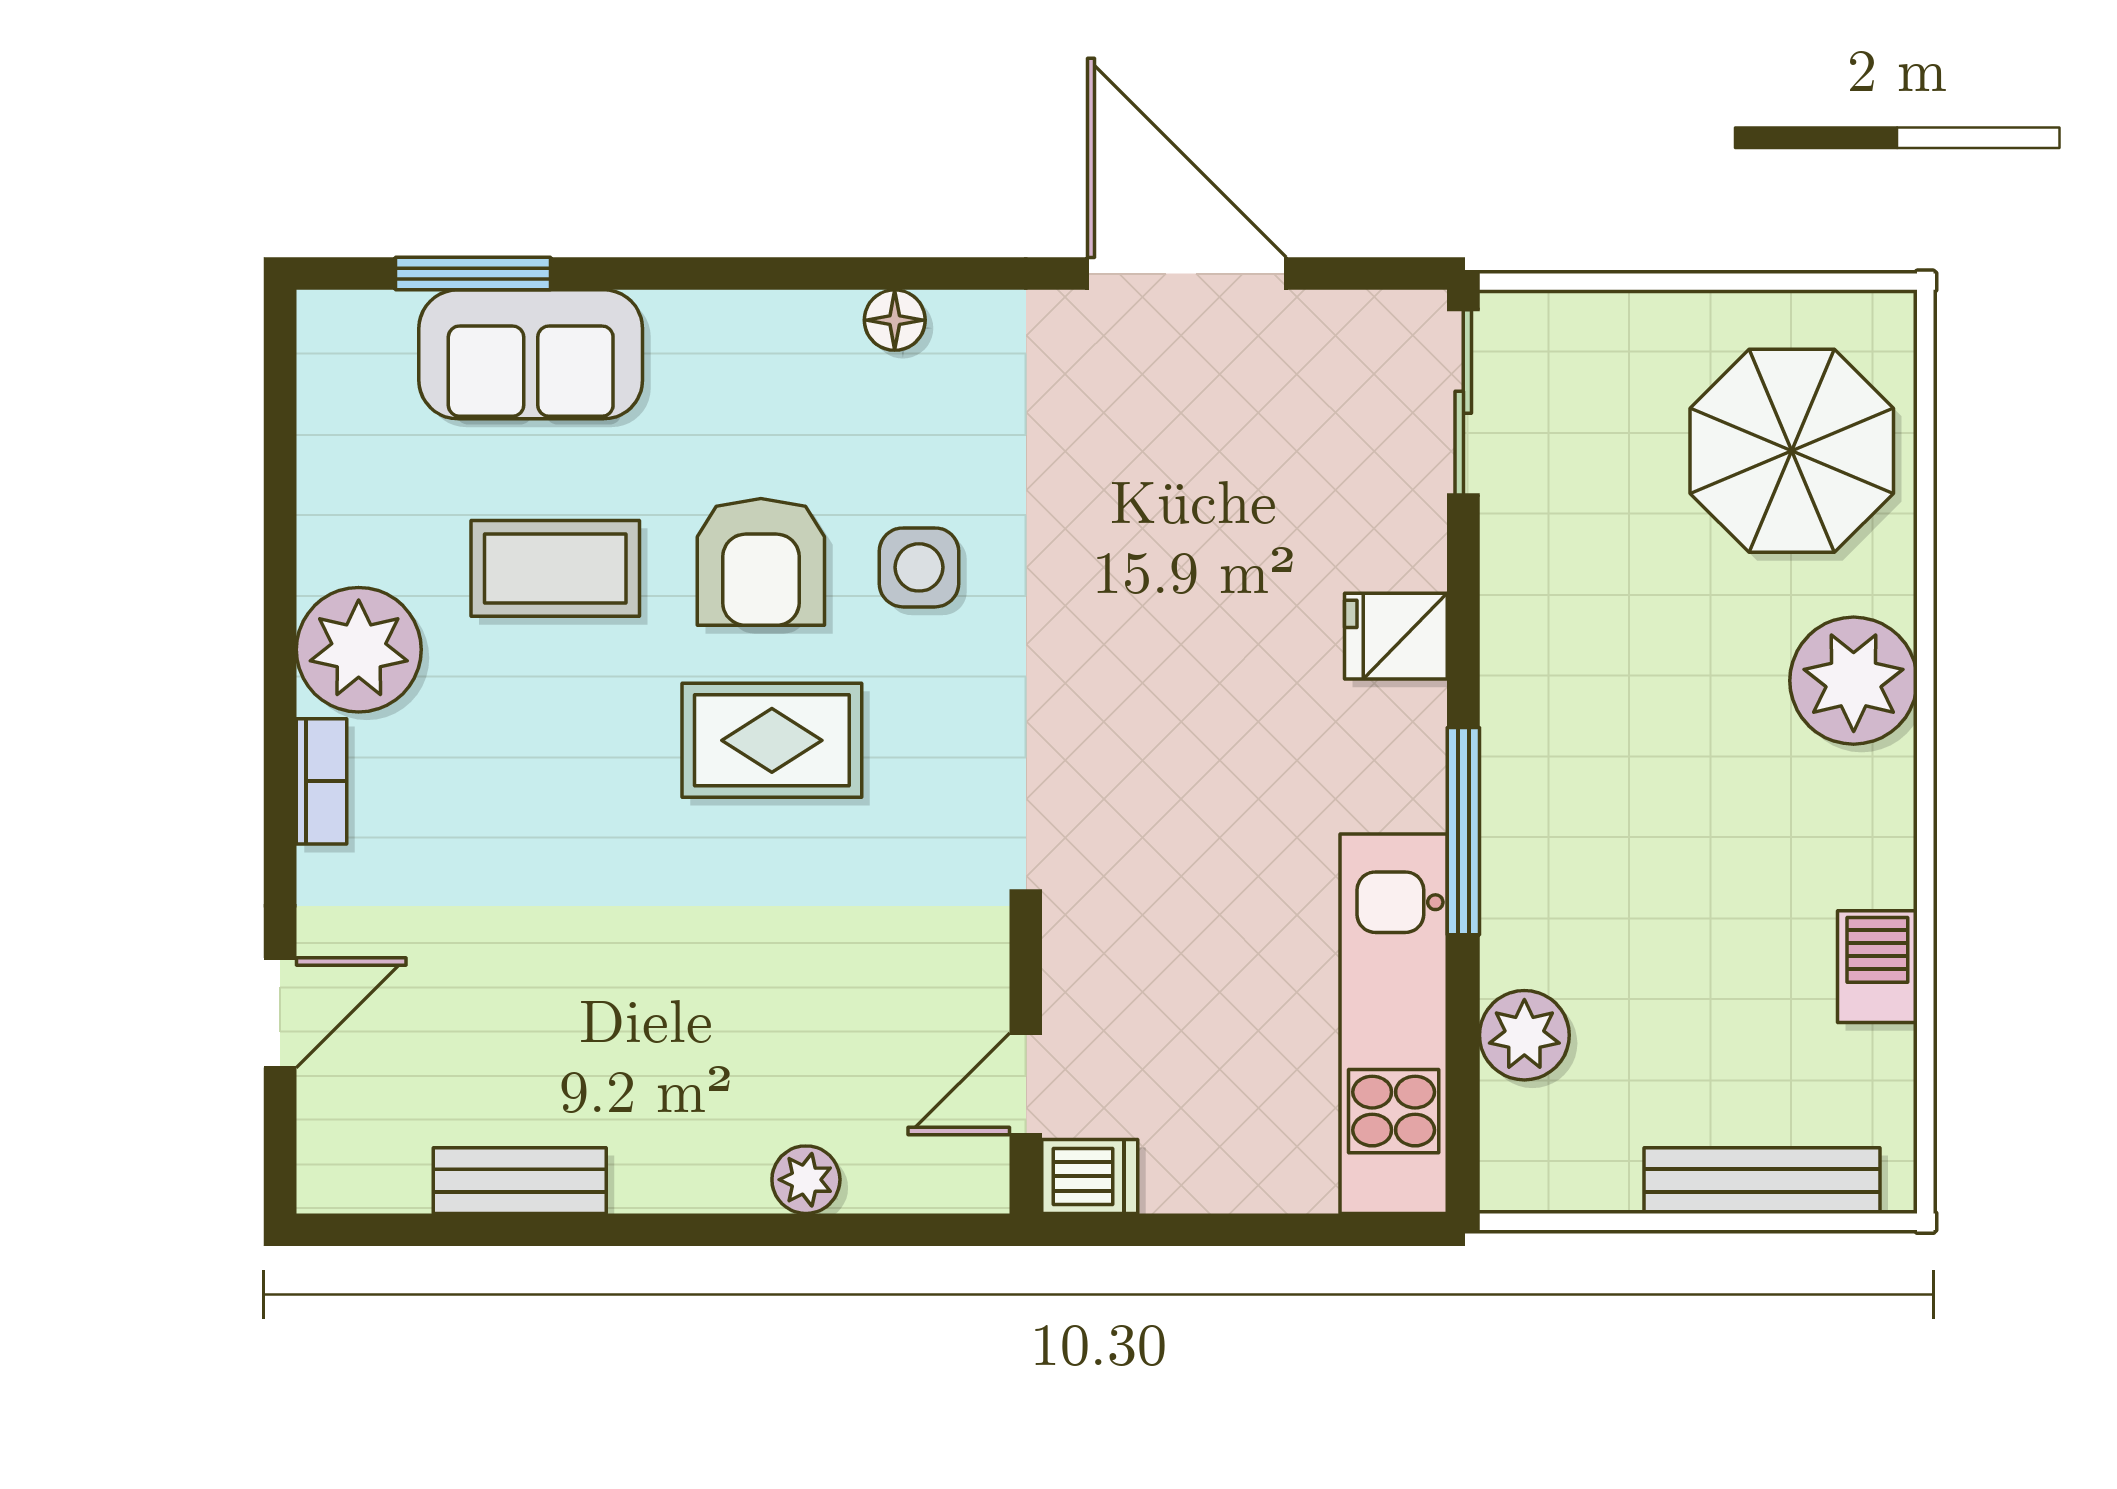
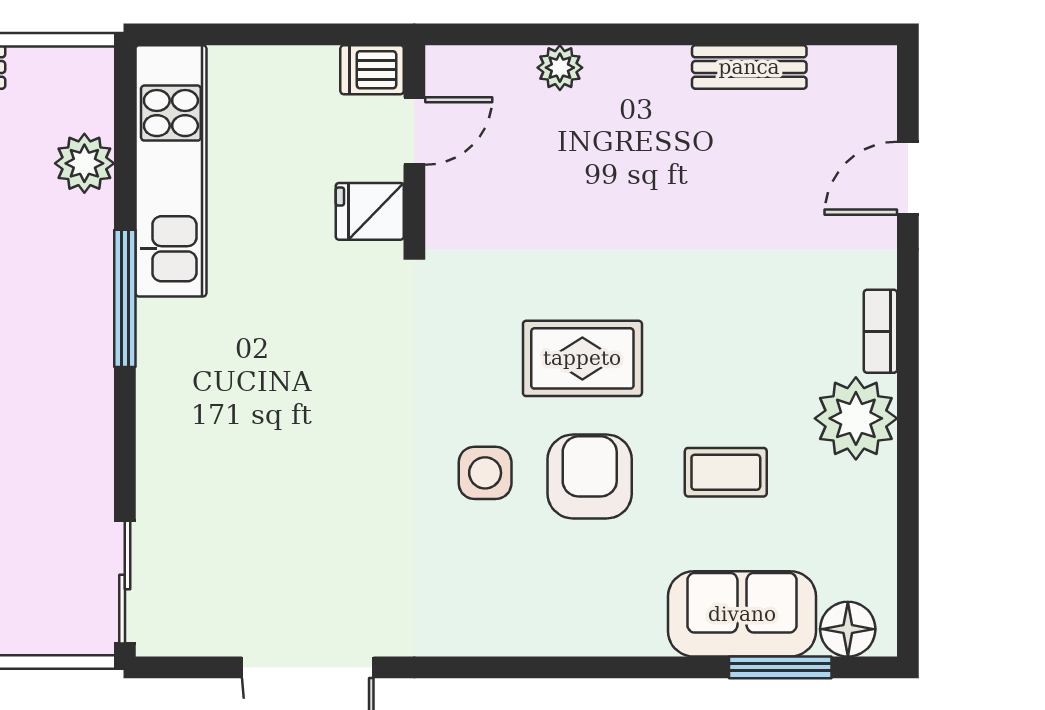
floor lamp: (895, 320) -> (848, 629), moved, width x1.37, depth x1.37
coffee table: (555, 568) -> (726, 472), width x0.73, depth x0.77
fridge: (1396, 636) -> (370, 211), moved, turned 180

